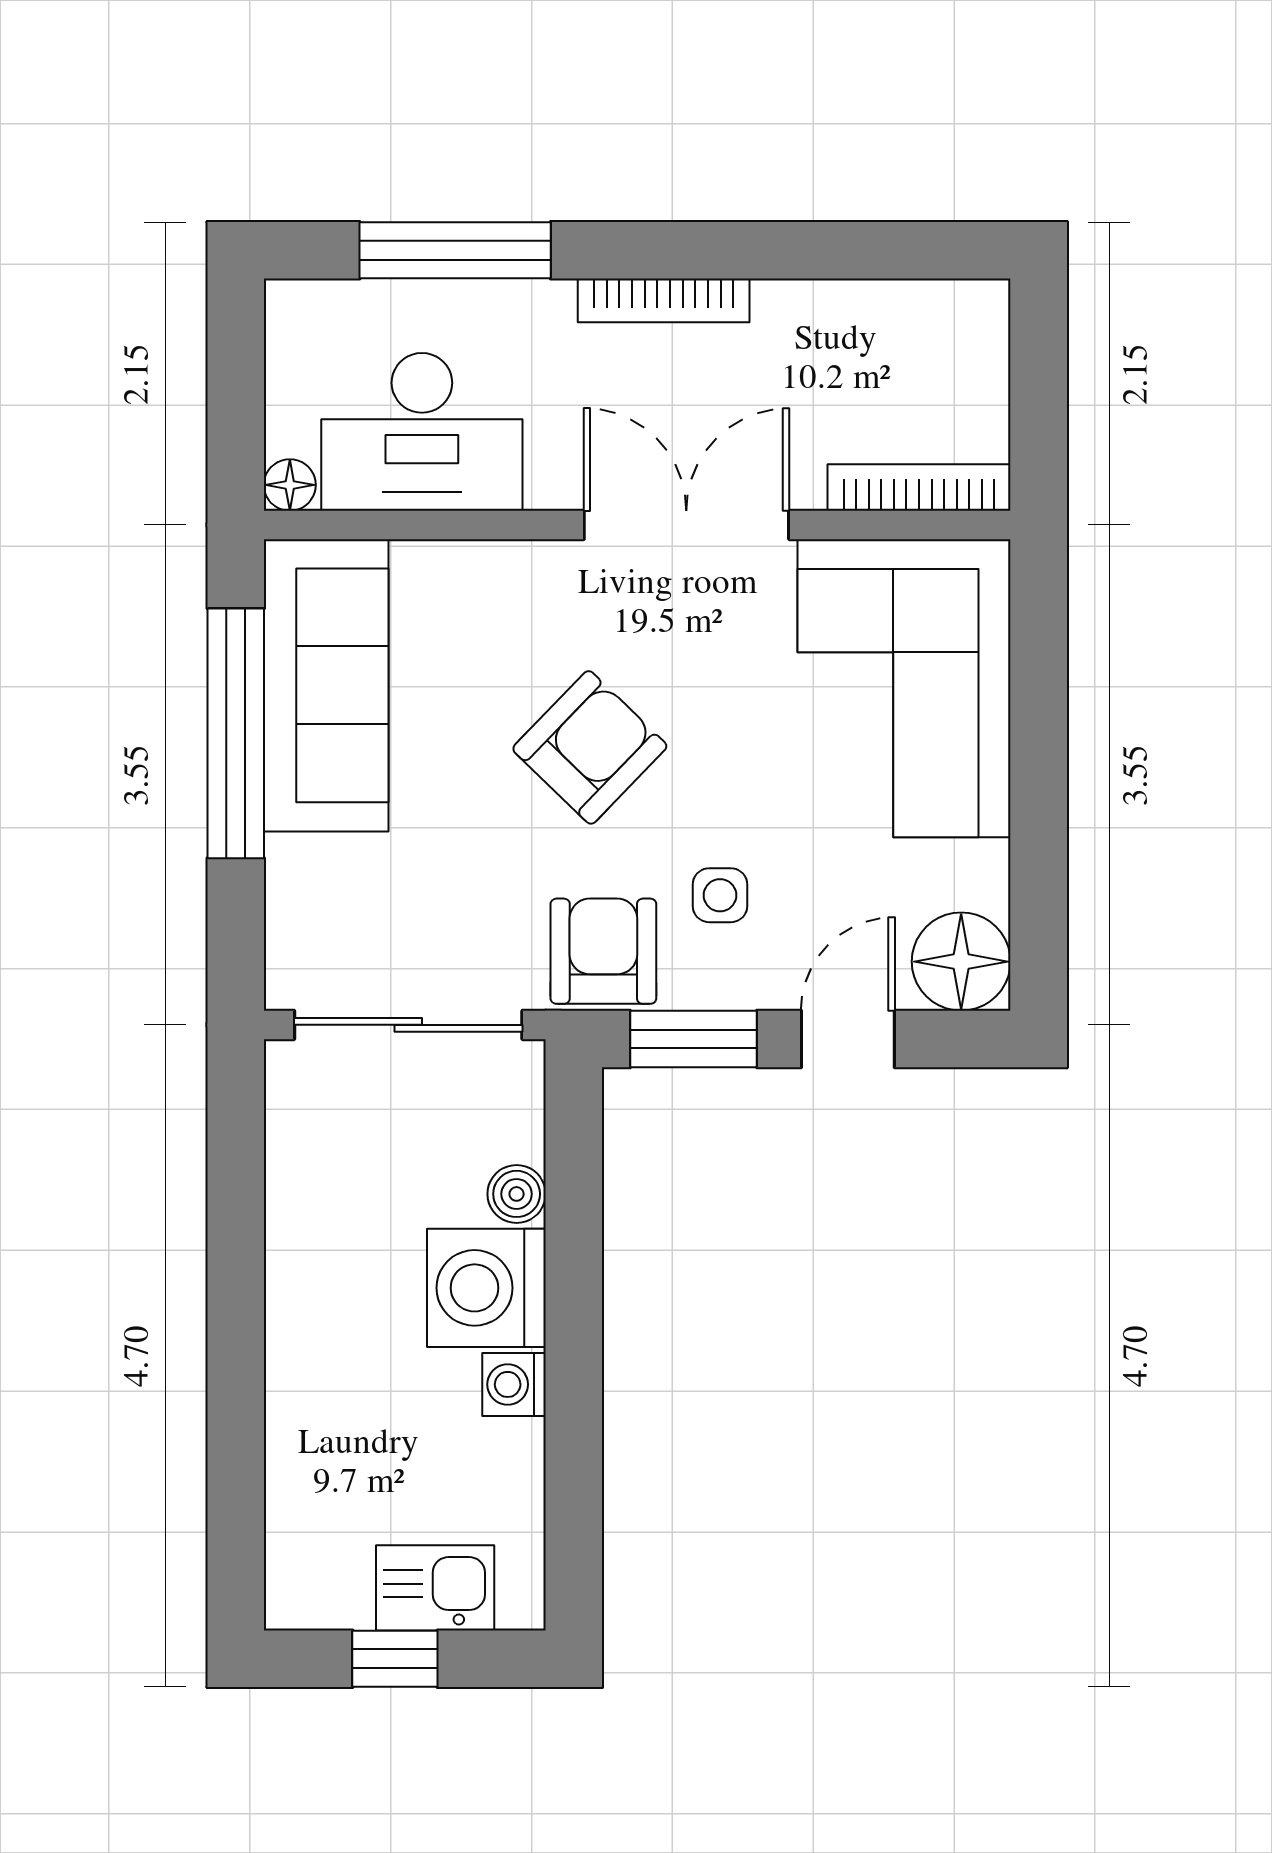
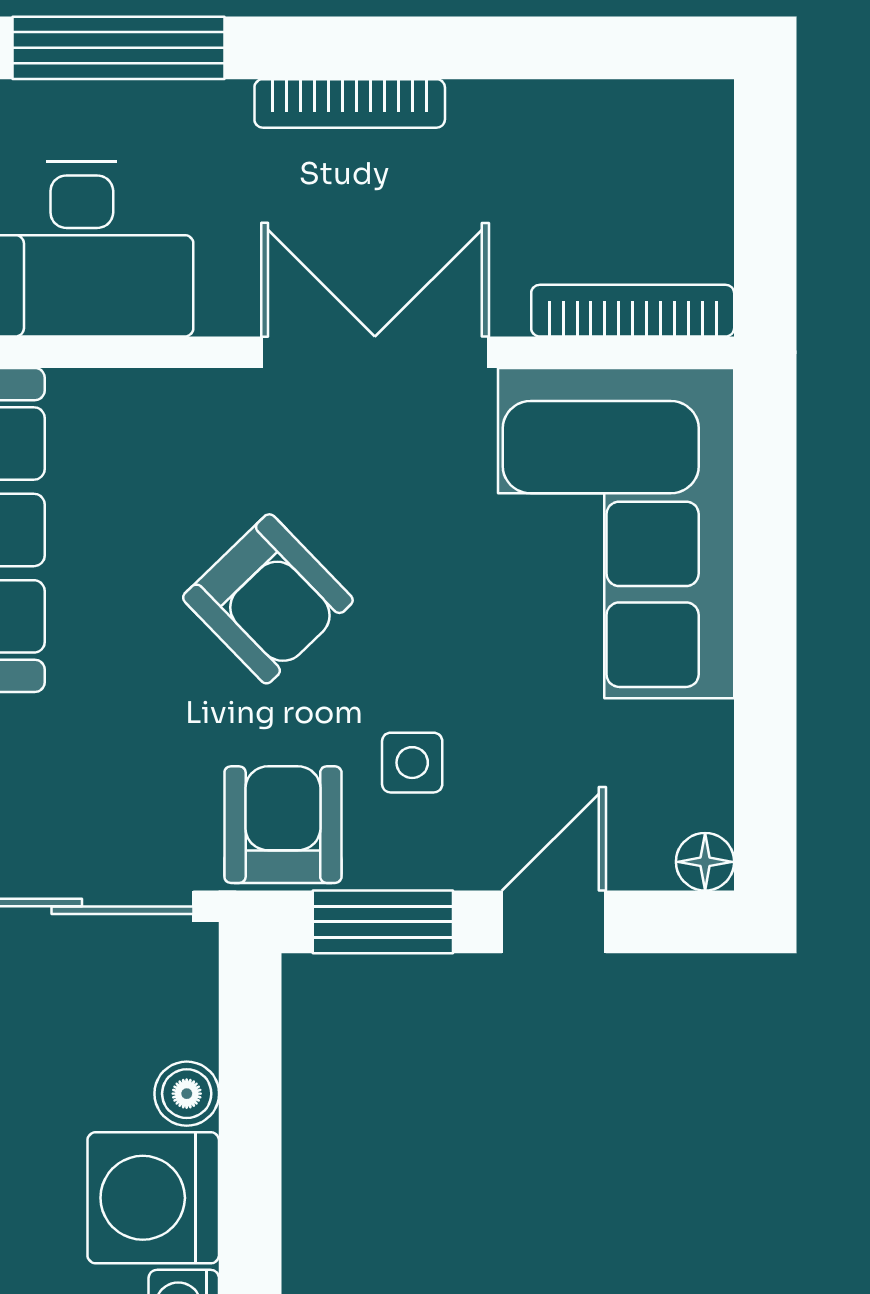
armchair: (590, 747) -> (268, 599), turned 92
floor lamp: (961, 962) -> (705, 862), width x0.53, depth x0.53

